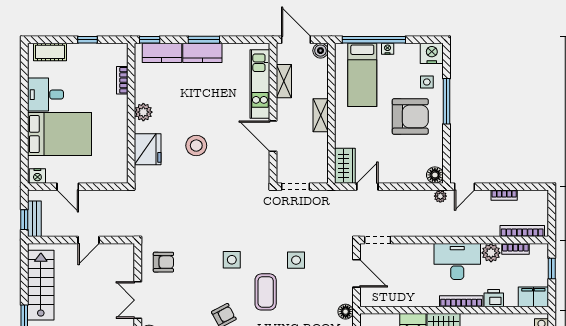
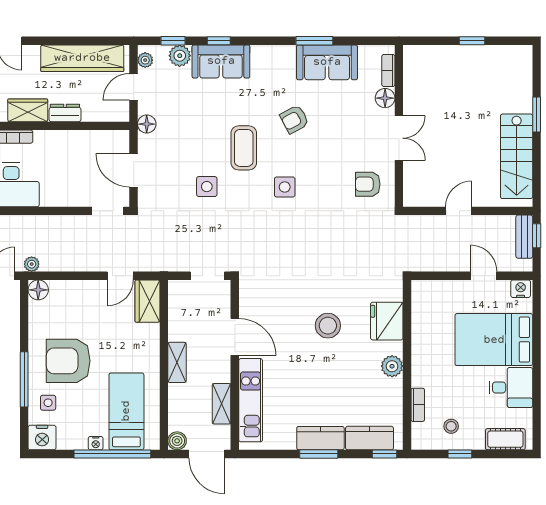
stool: (95, 63) -> (451, 426), added

